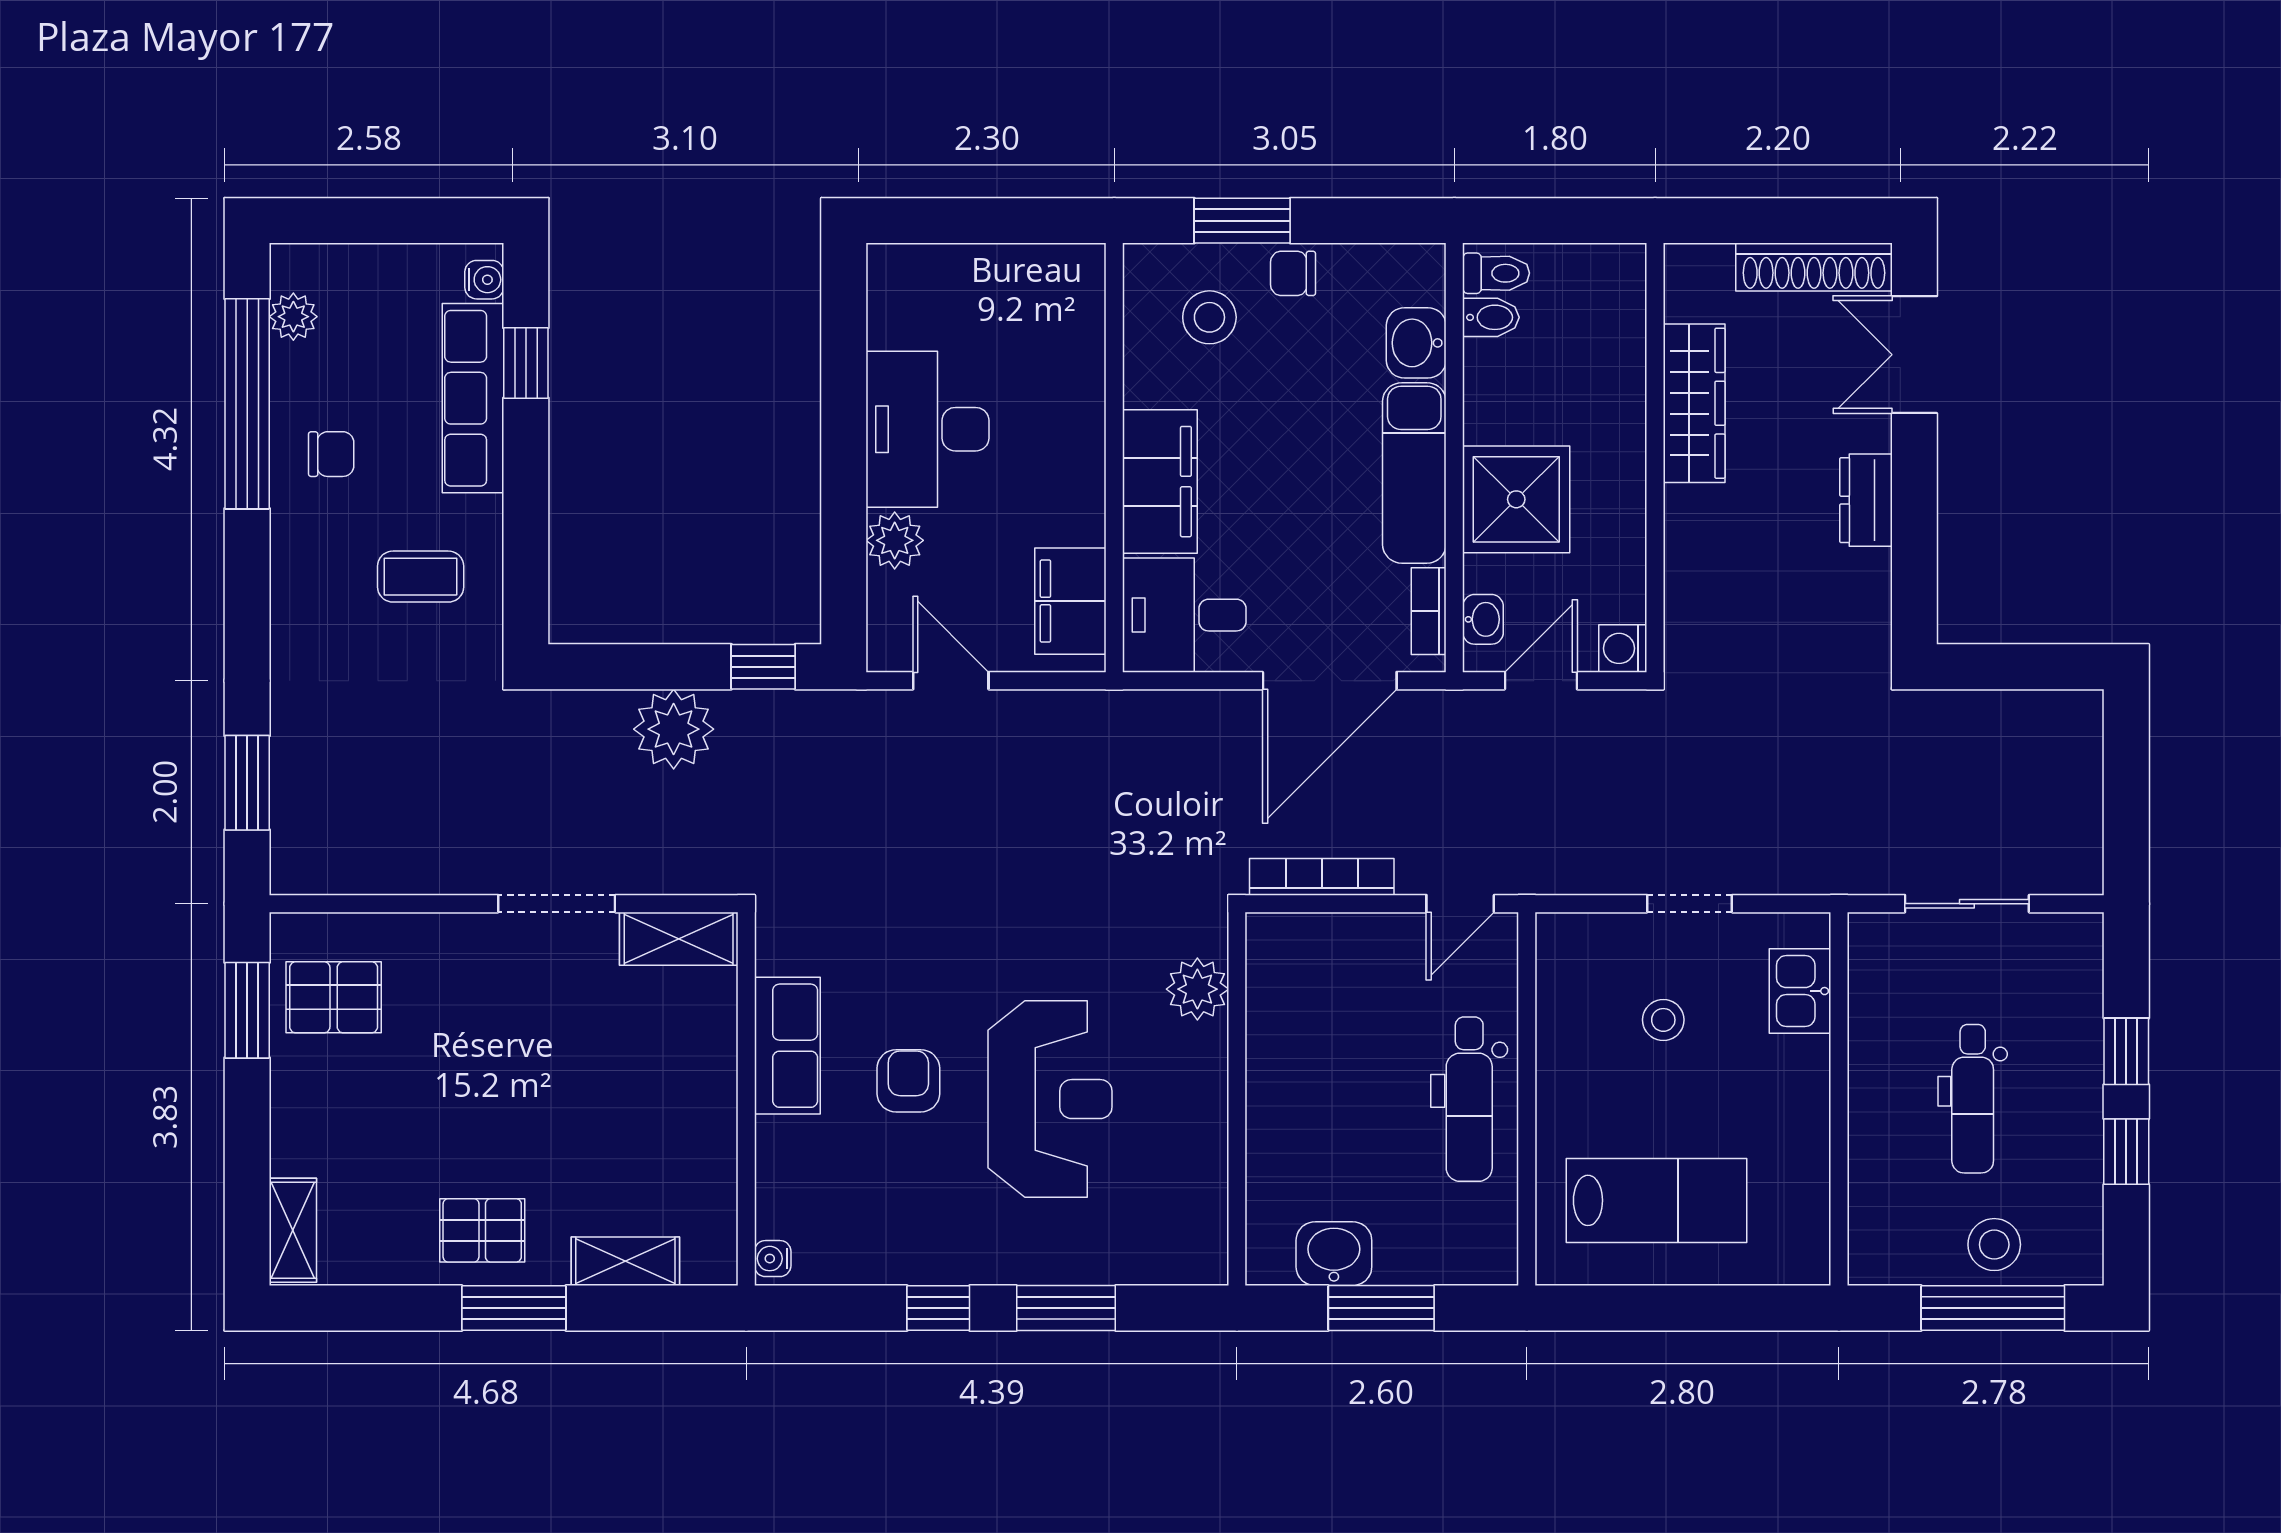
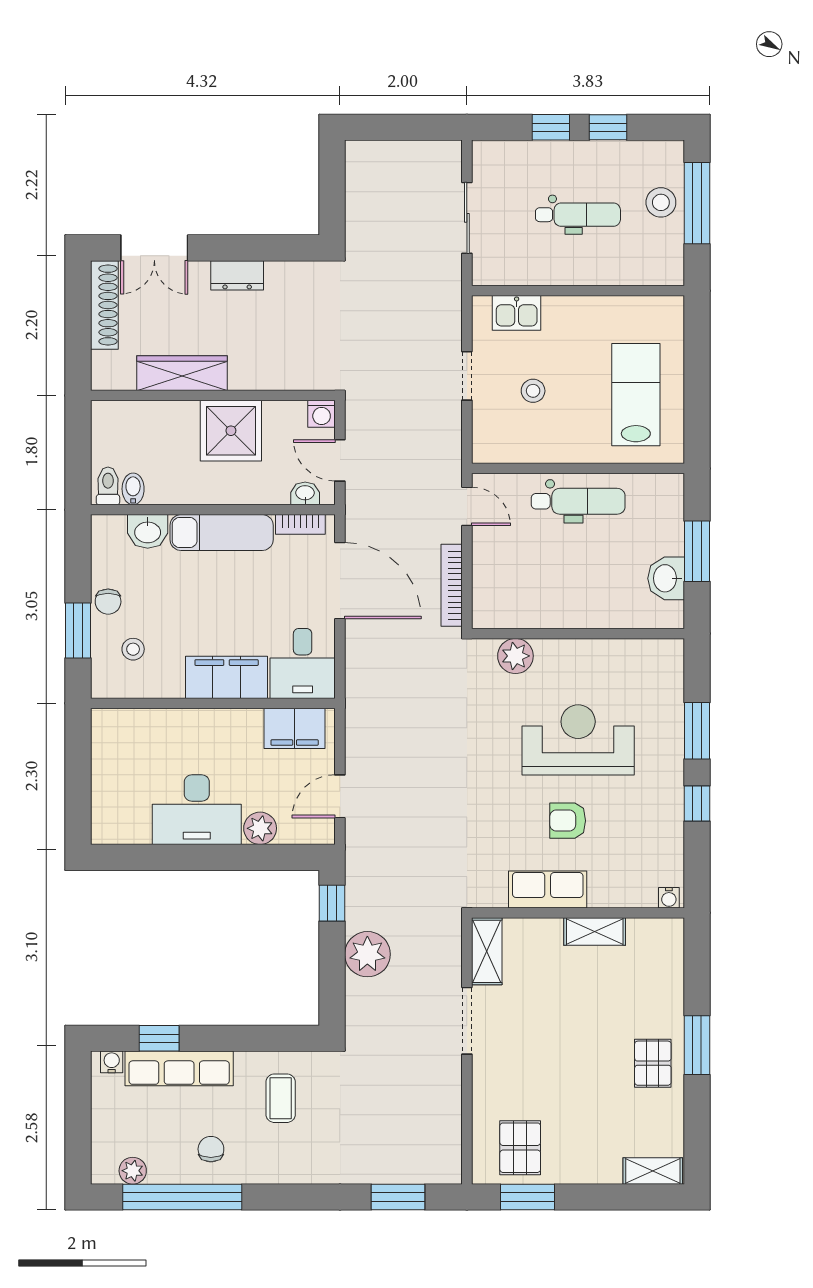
stool: (1209, 317) -> (133, 649), width x0.73, depth x0.73
shower: (1516, 499) -> (231, 431), moved
shelving: (625, 1261) -> (595, 931), moved, turned 90

